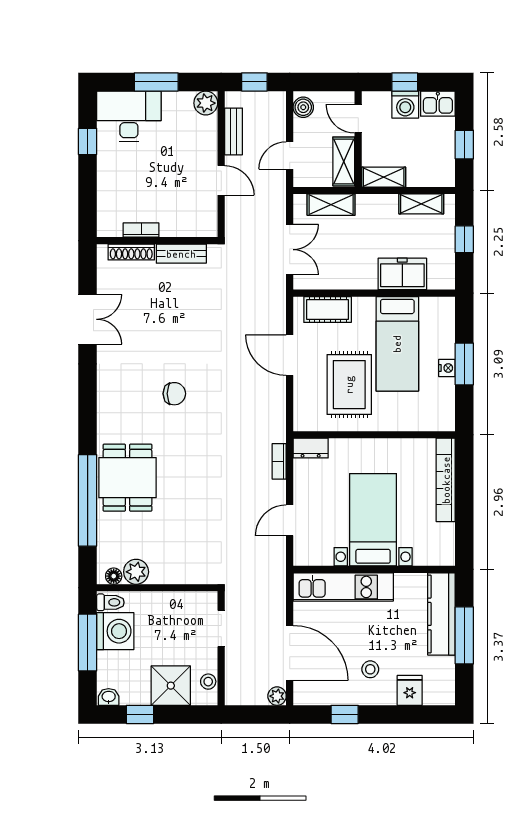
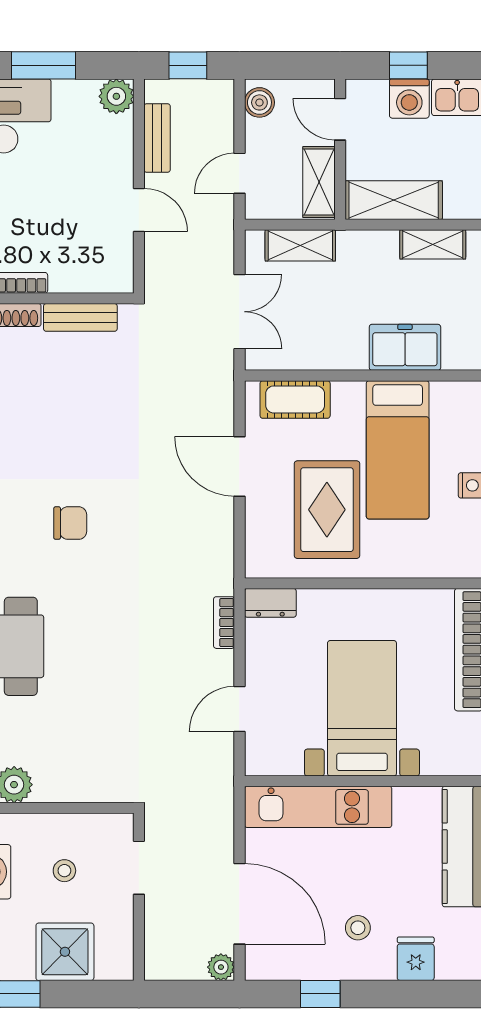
shelving: (384, 177) -> (394, 200), width x1.50, depth x1.33
stool: (208, 682) -> (64, 871), moved

